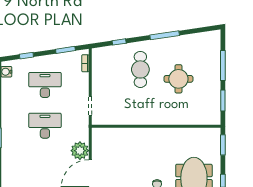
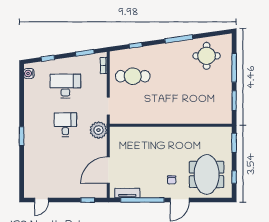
cafe table: (140, 69) -> (133, 76), moved, turned 90
round table: (178, 79) -> (207, 56), moved
desk: (45, 126) -> (65, 125), width x0.73
plant: (80, 151) -> (98, 130), moved

